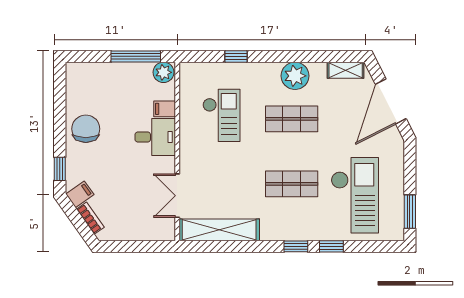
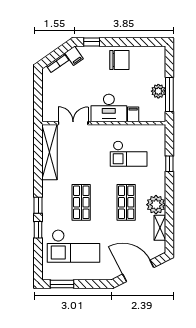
shelving: (346, 70) -> (160, 228), moved
plant: (163, 72) -> (158, 91), moved
desk: (155, 137) -> (109, 108), width x1.37

